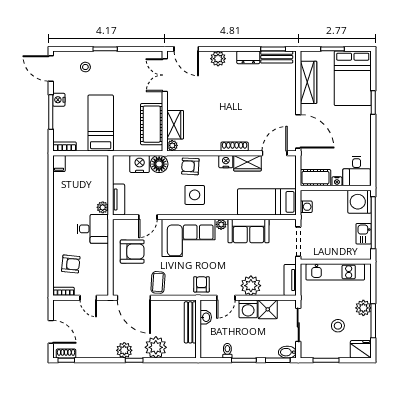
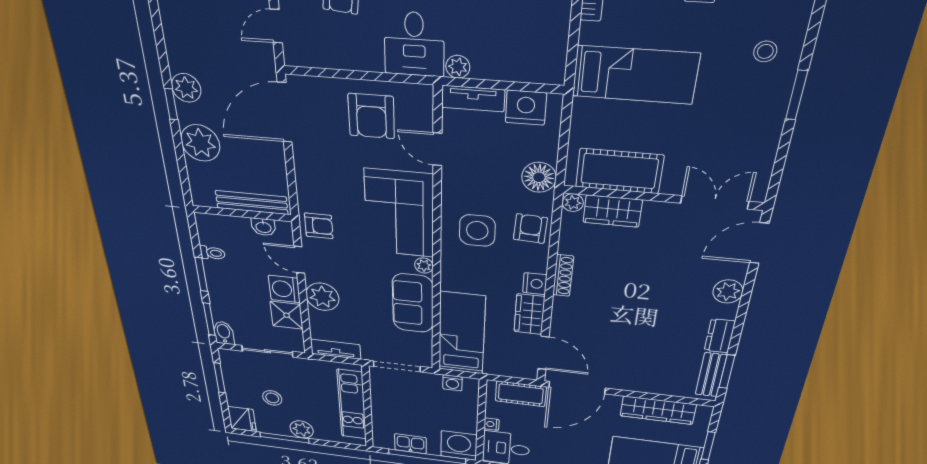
shoe rack: (235, 146) -> (563, 276), moved
nightstand: (140, 164) -> (526, 108), moved, turned -90
cot: (315, 178) -> (521, 394), moved, turned 90
coffee table: (158, 282) -> (316, 156), removed

